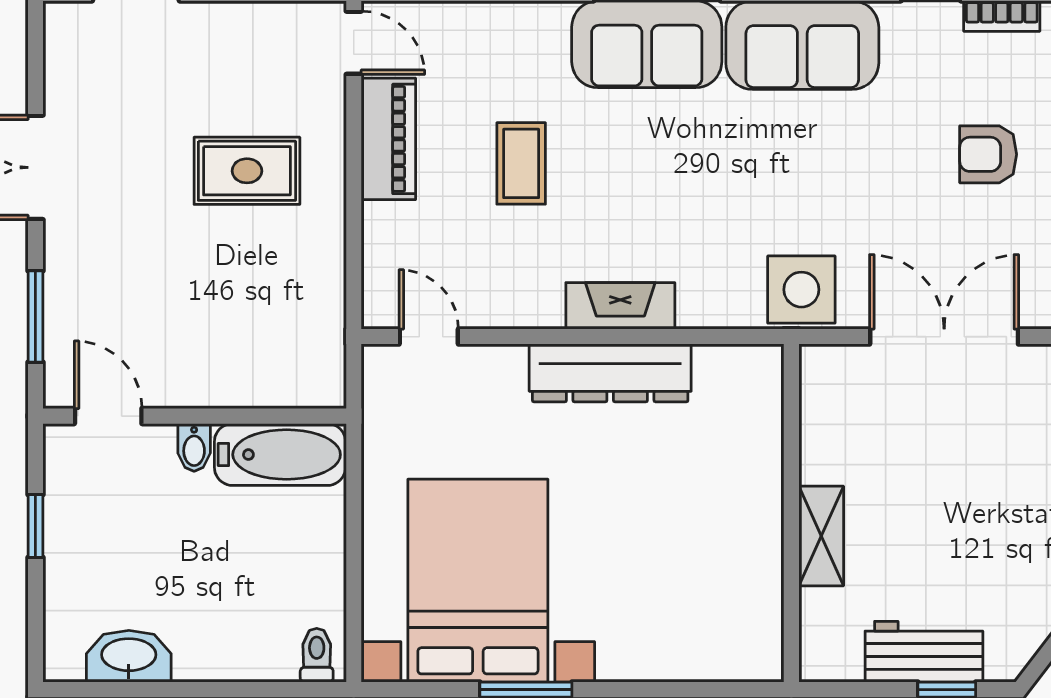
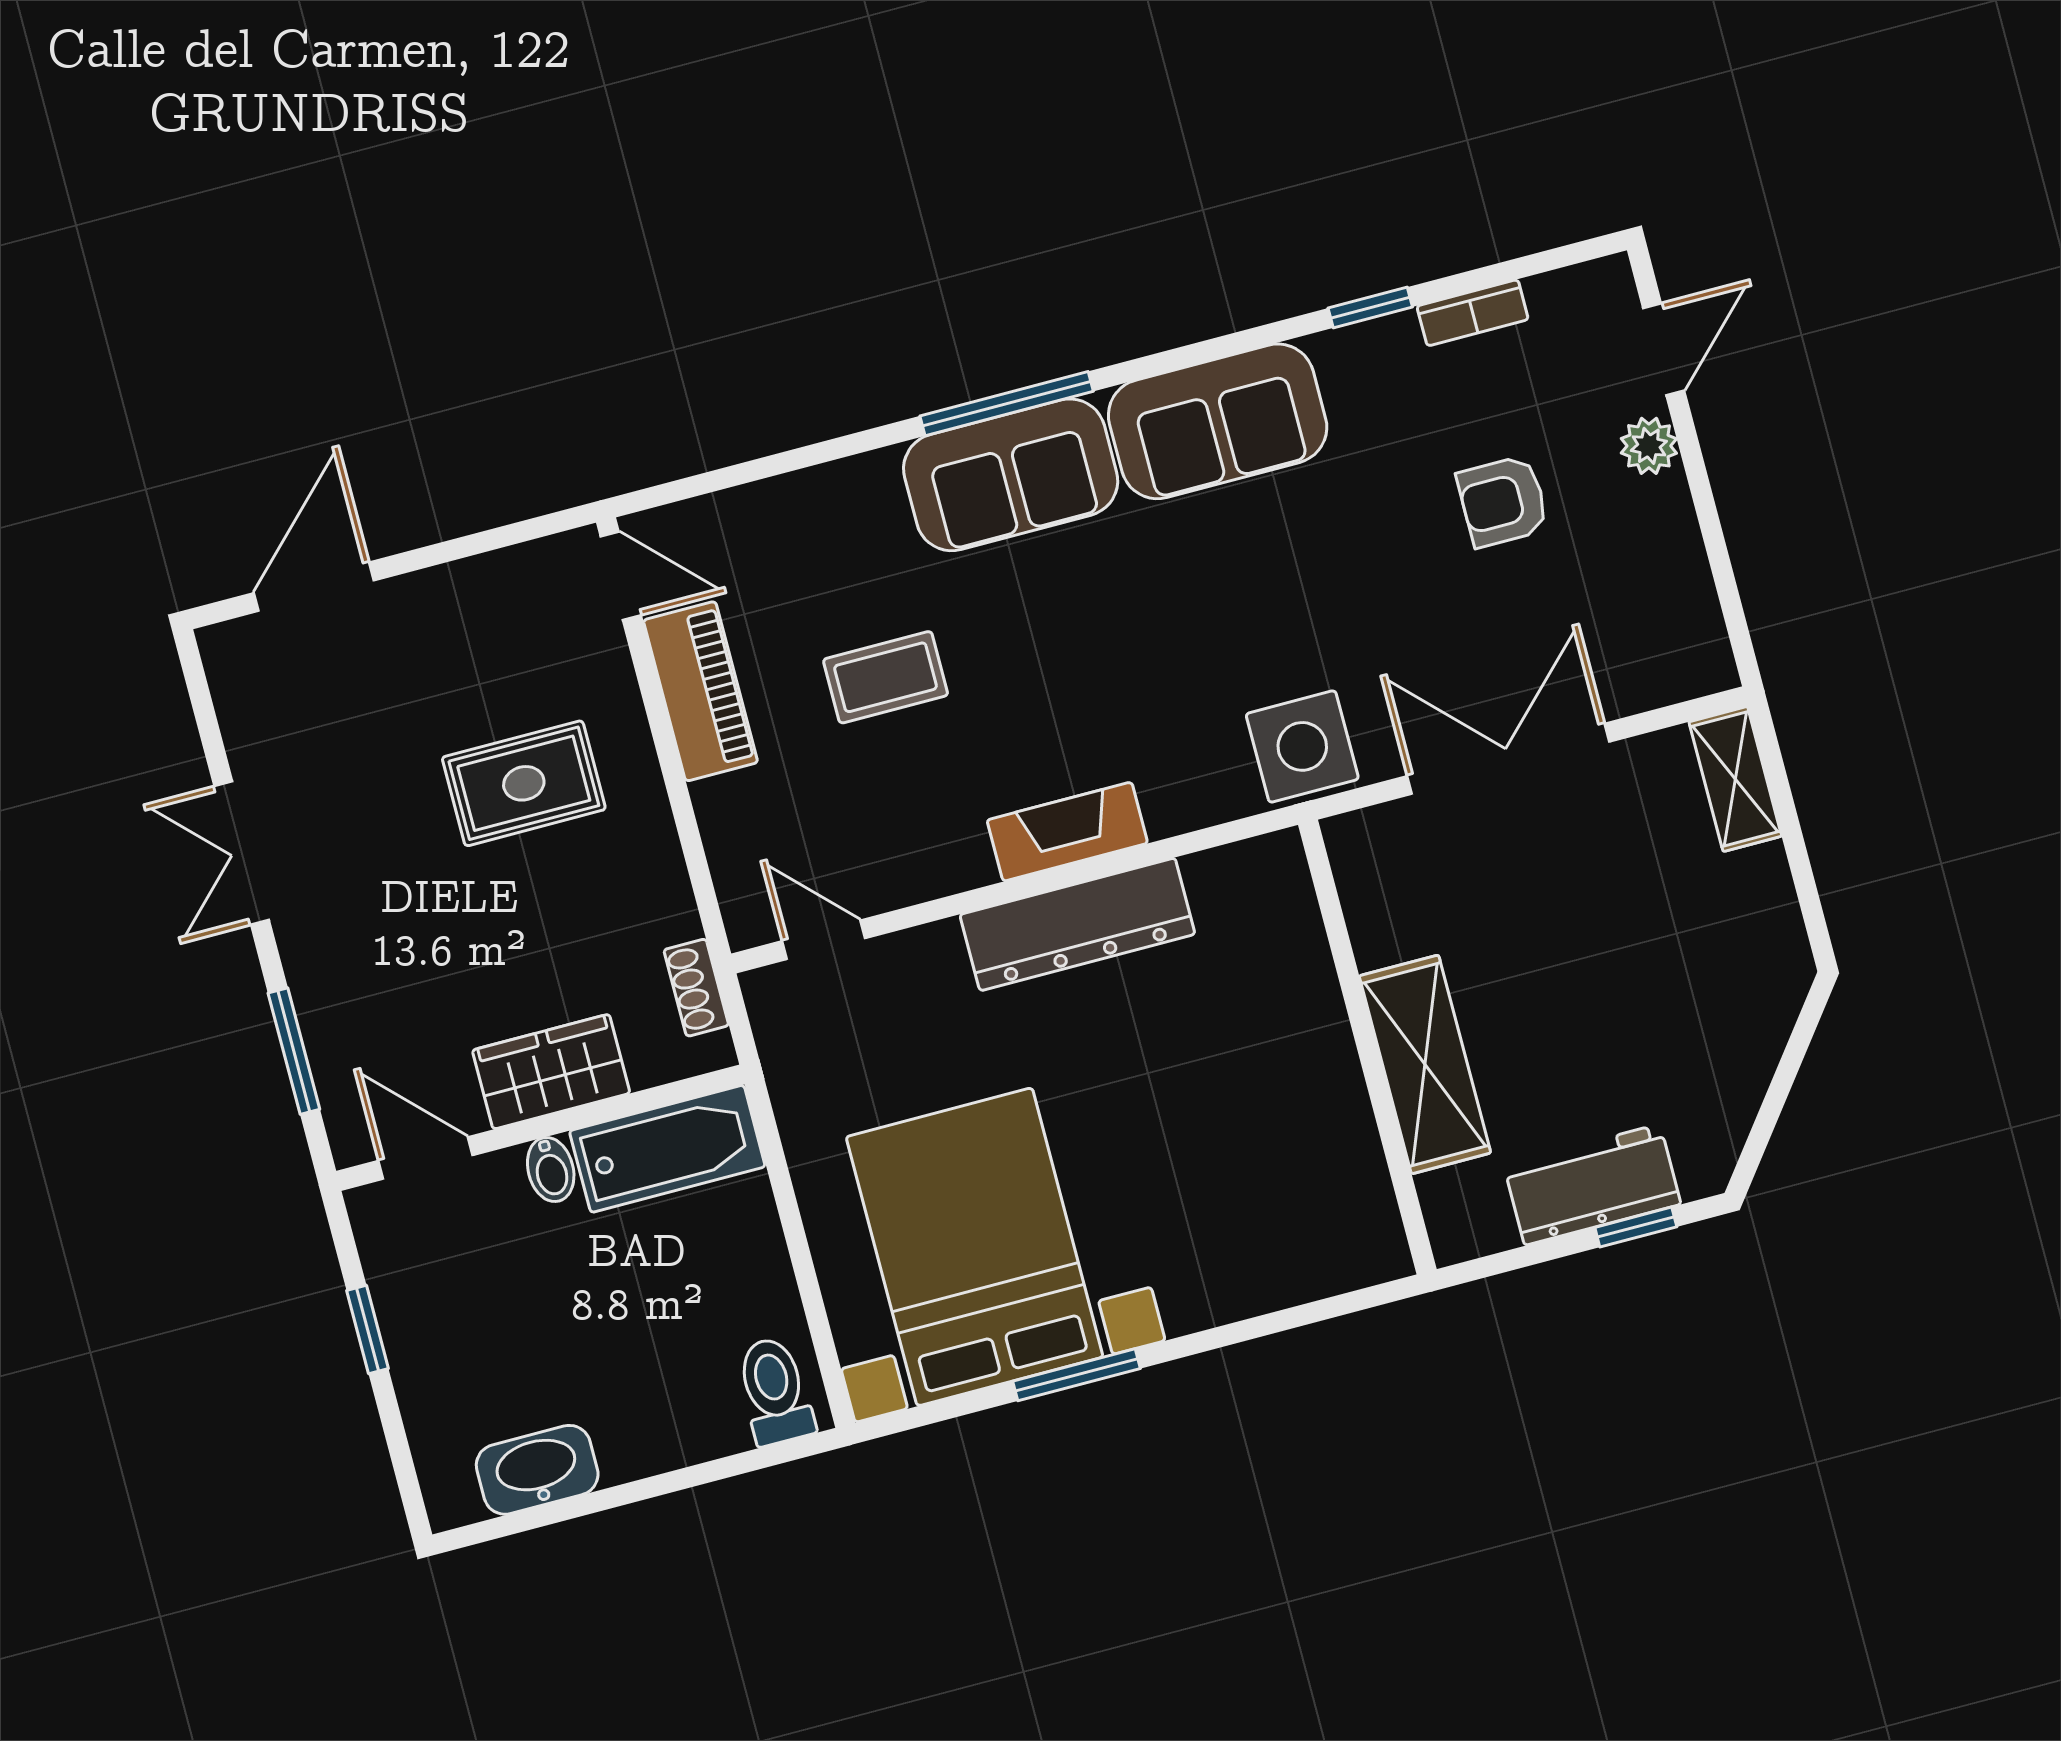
coffee table: (521, 163) -> (886, 677), turned 90
shoe rack: (330, 347) -> (696, 988), added
wardrobe: (213, 379) -> (551, 1072), added
shelving: (821, 536) -> (1425, 1064), width x1.50, depth x1.33
toilet: (317, 655) -> (775, 1391), width x1.37, depth x1.39

